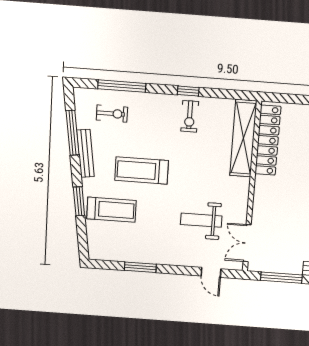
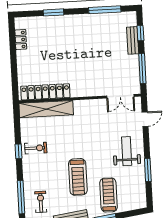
weight bench: (201, 220) -> (127, 151), moved, turned 180

